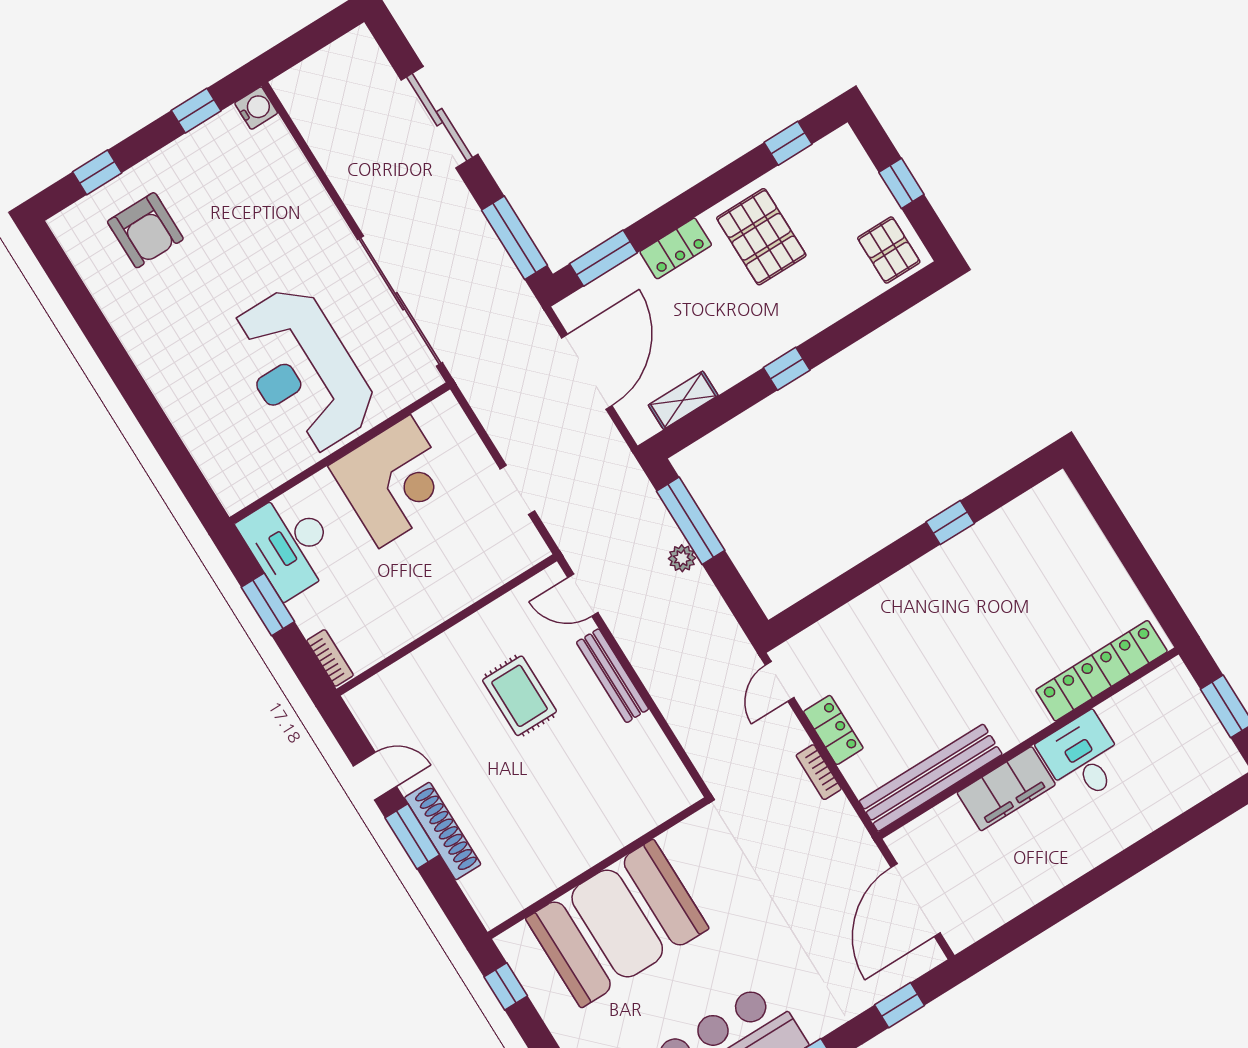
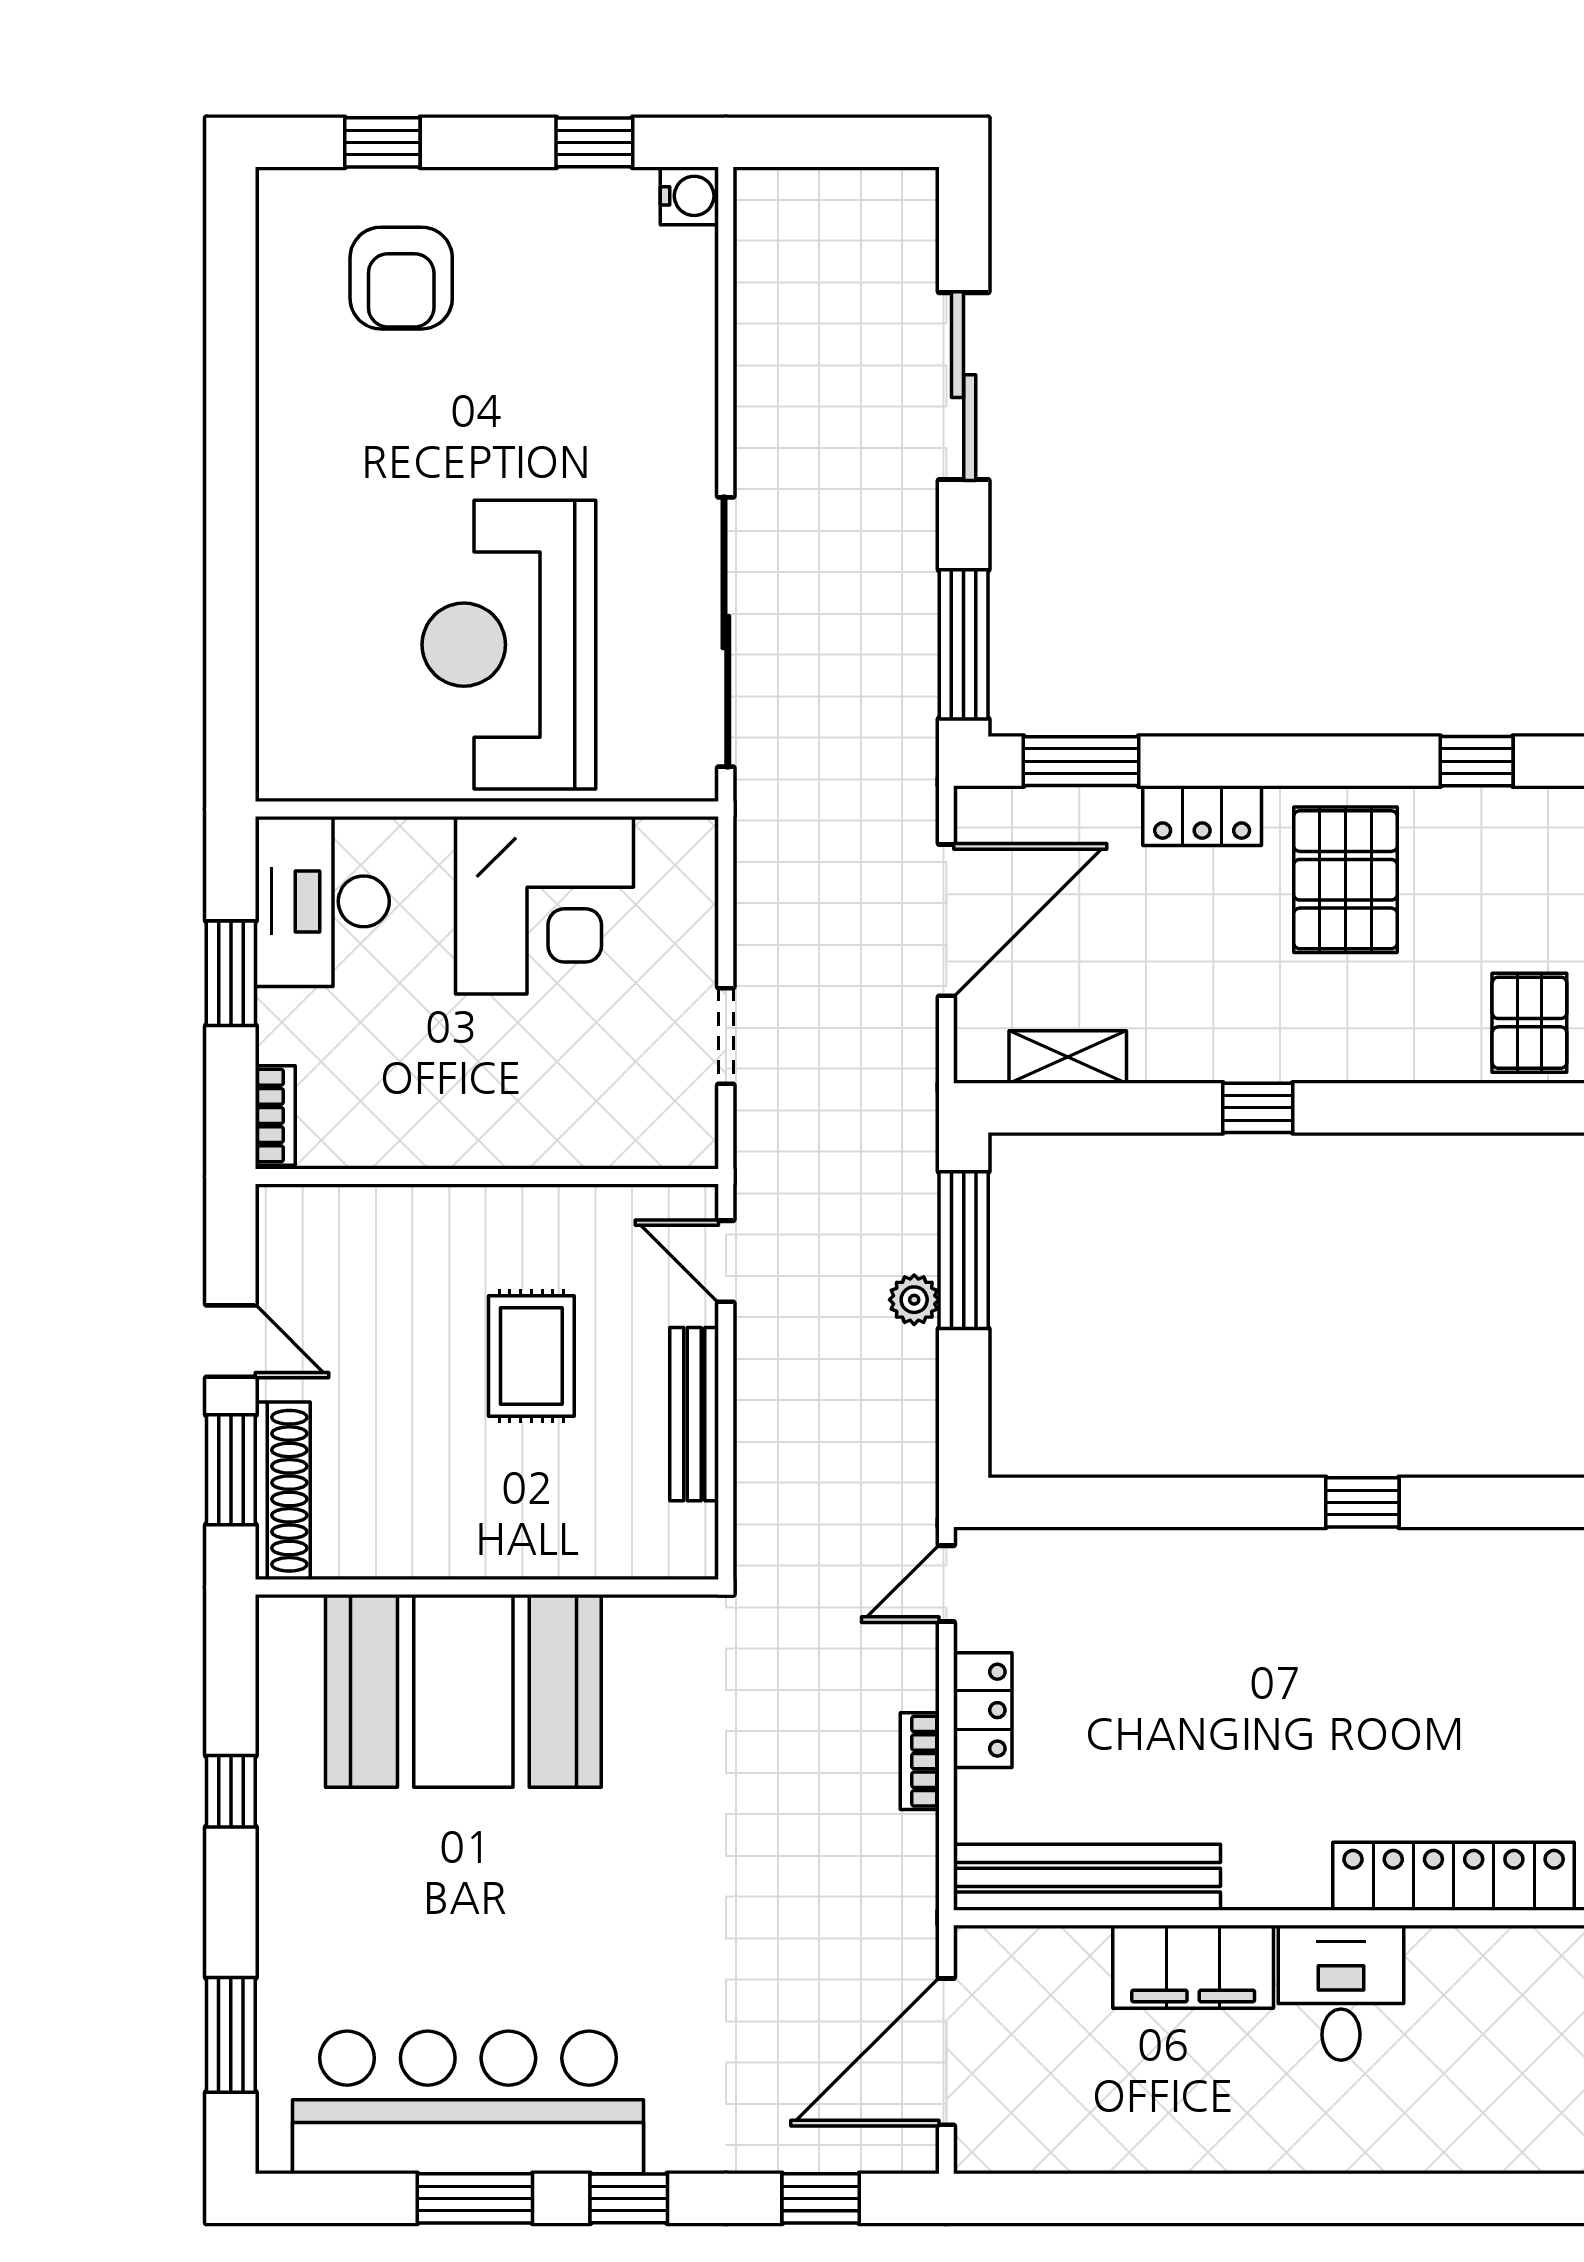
wall: (598, 868) -> (487, 1587), moved
booth: (617, 923) -> (463, 1691), moved

